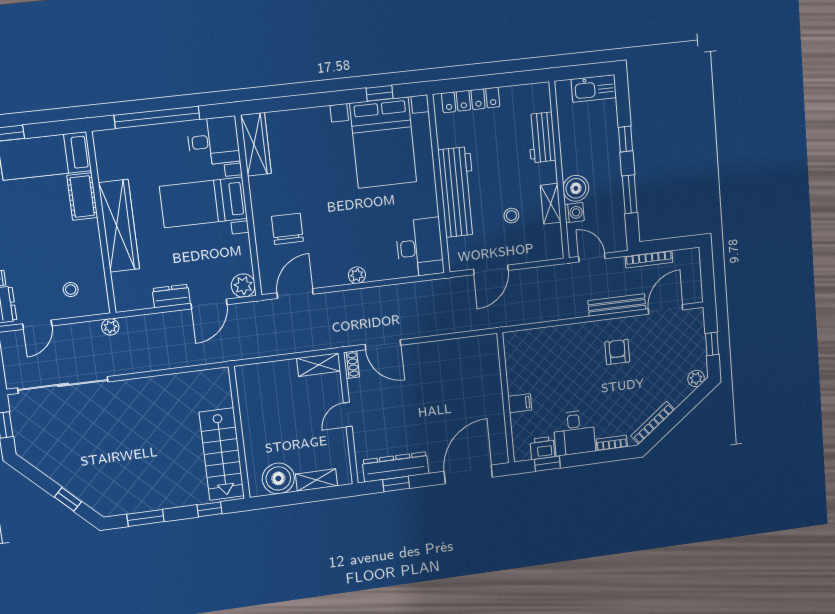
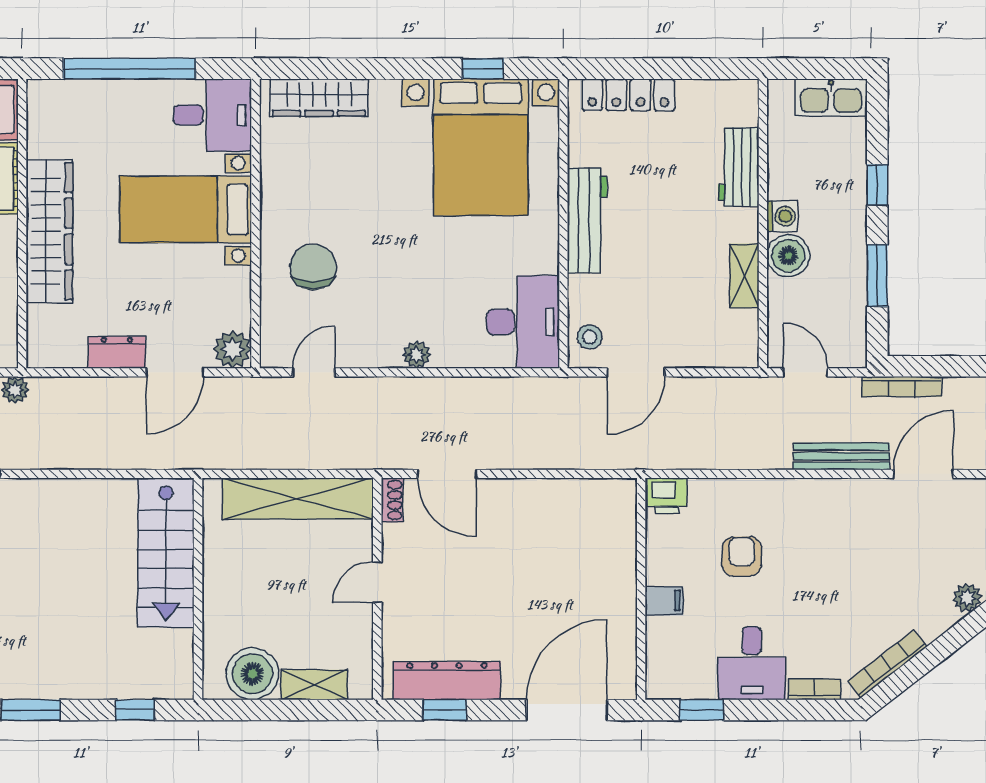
wardrobe: (256, 144) -> (319, 98), moved, turned 90
workbench: (458, 192) -> (587, 220), width x0.73, depth x0.76
washing machine: (574, 213) -> (782, 216), moved
stool: (511, 216) -> (590, 337), moved
door: (295, 294) -> (314, 372), width x0.73
armchair: (617, 352) -> (742, 556), moved
shelving: (319, 365) -> (298, 499), width x2.20, depth x1.33
printer: (542, 448) -> (667, 496), moved, turned 180
stairs: (222, 454) -> (166, 552), moved

